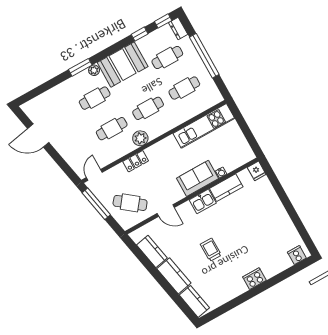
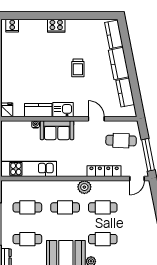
locker: (136, 161) -> (104, 171), width x1.53
cafe table: (130, 203) -> (121, 141), turned -36

